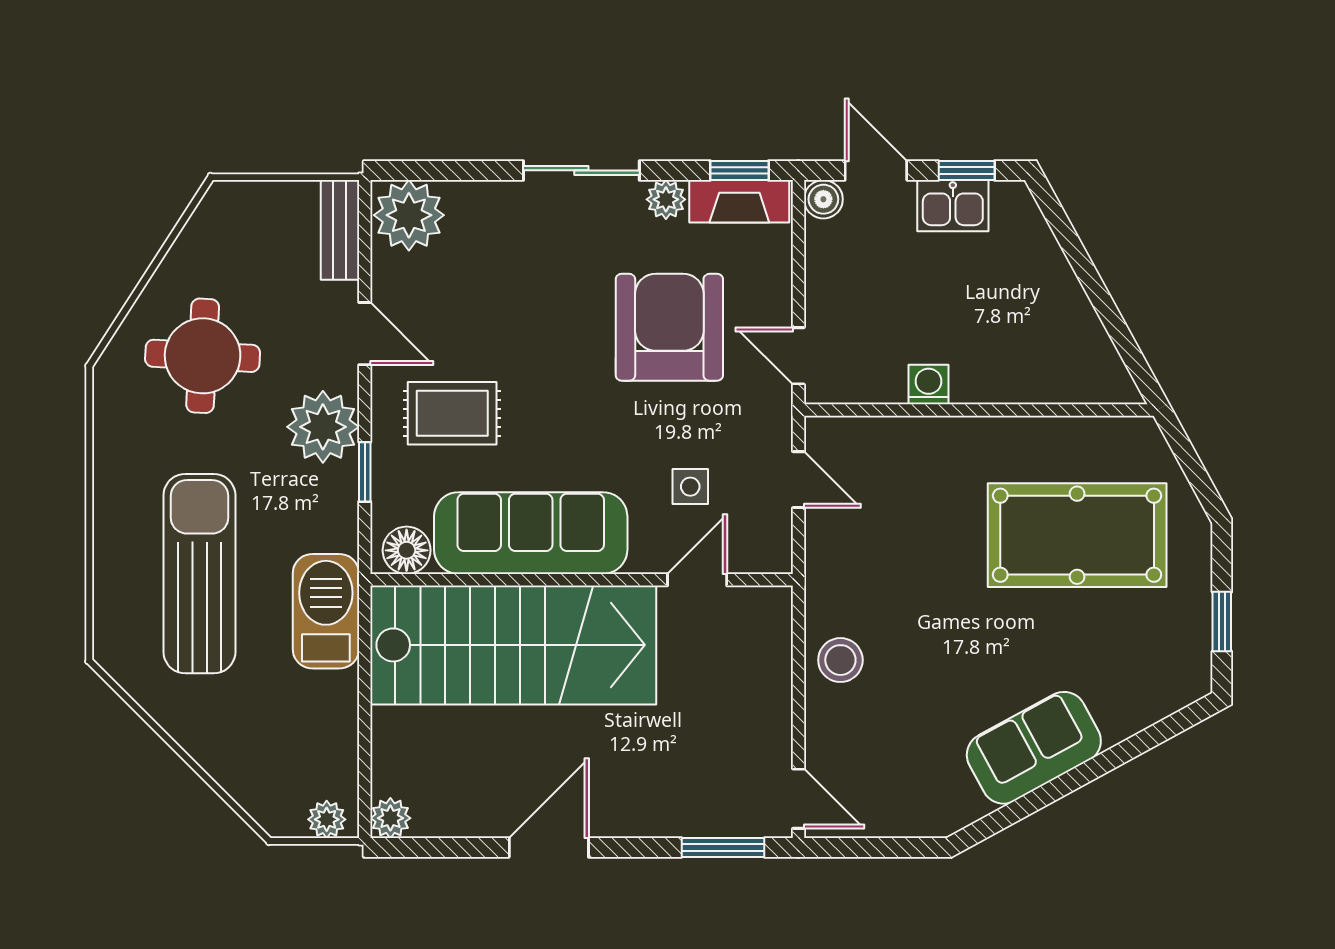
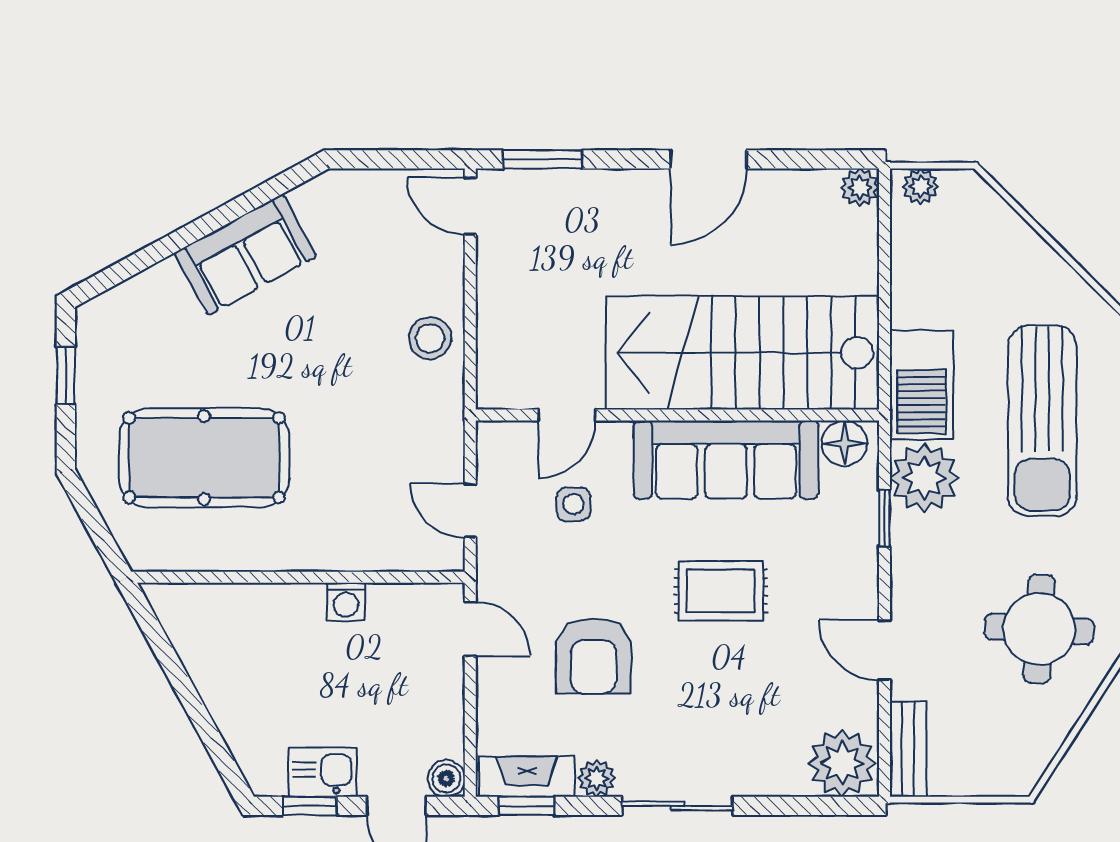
armchair: (669, 327) -> (593, 656), width x0.73, depth x0.73
rug: (452, 413) -> (721, 591), moved
plant: (323, 427) -> (924, 478), moved

